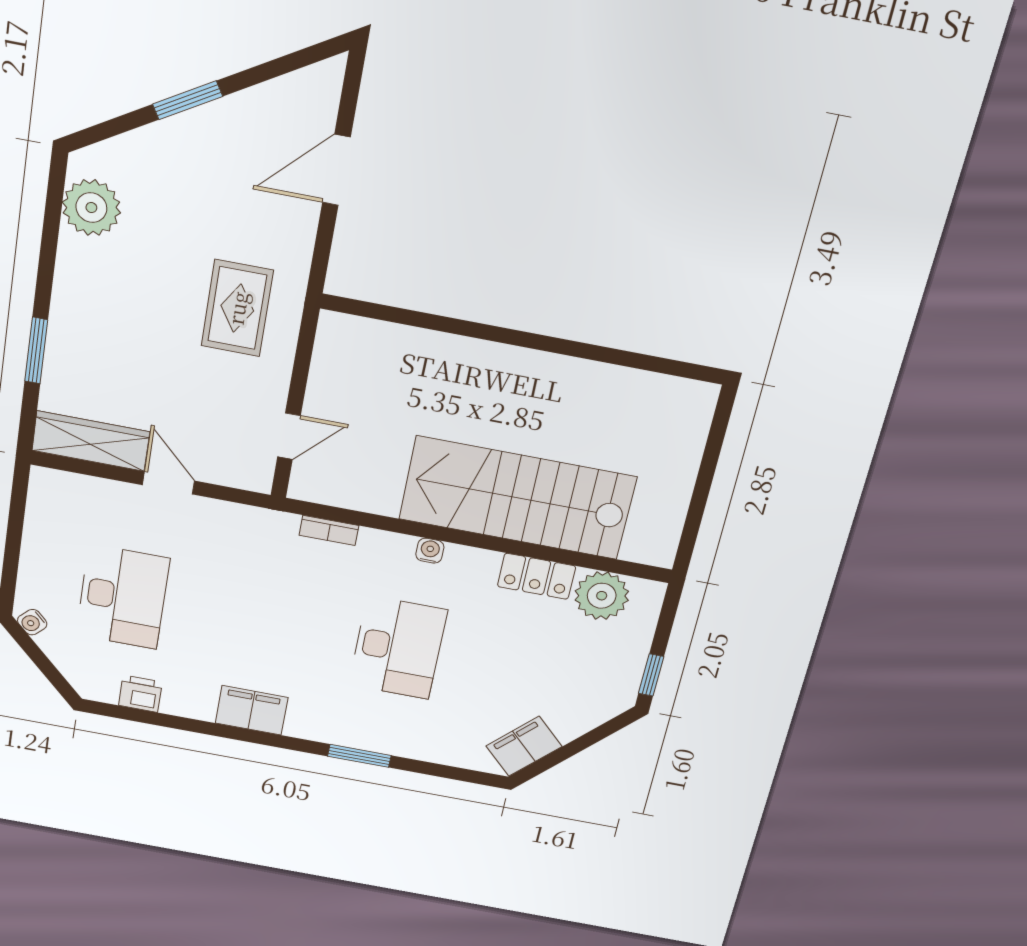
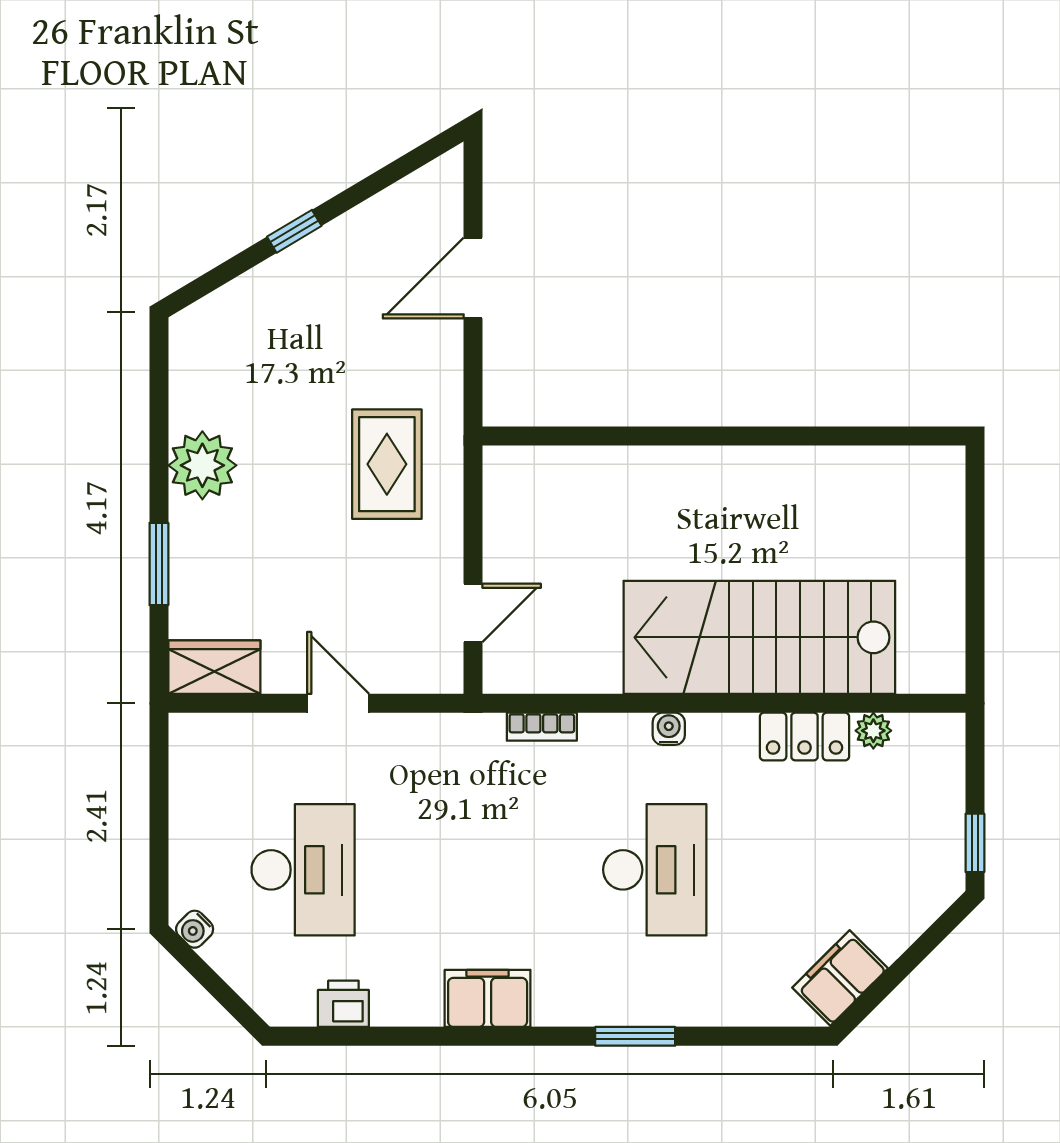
window: (187, 100) -> (294, 231), width x0.67
plant: (91, 208) -> (202, 465), moved
wardrobe: (91, 441) -> (214, 667), width x0.67
plant: (602, 596) -> (873, 731), width x0.53, depth x0.53

